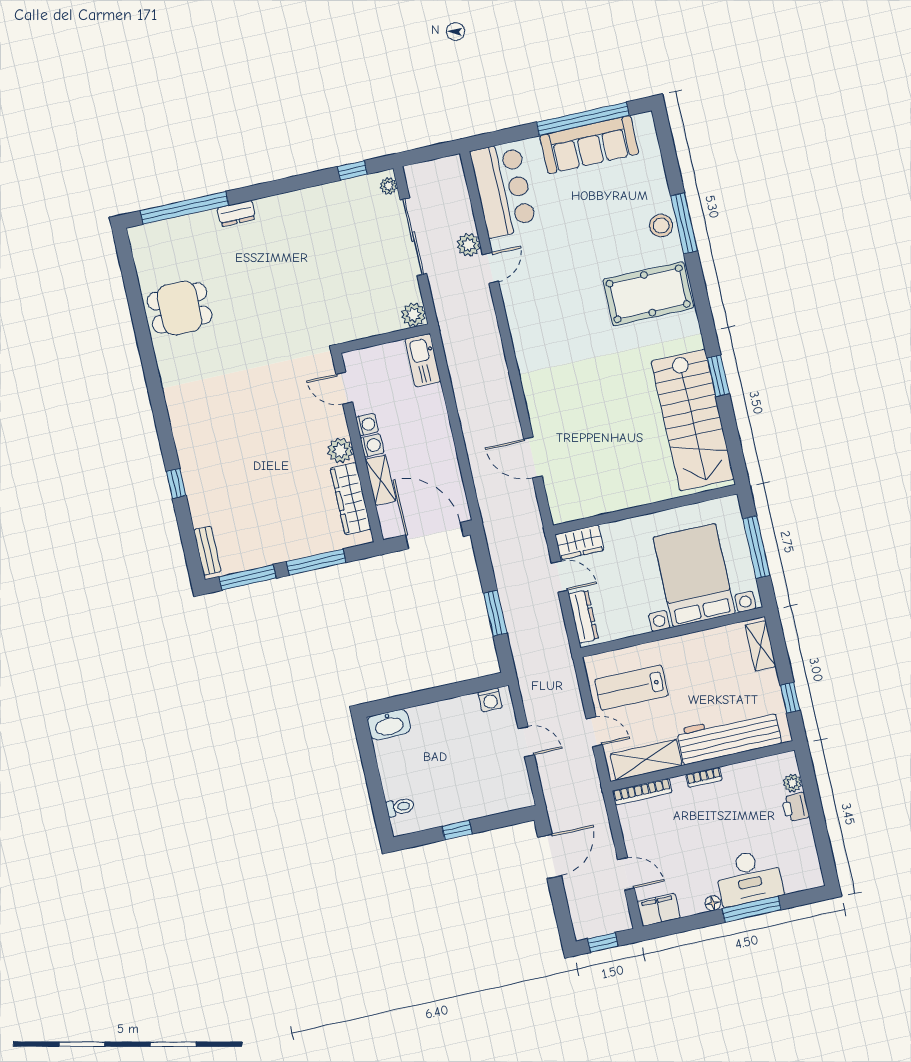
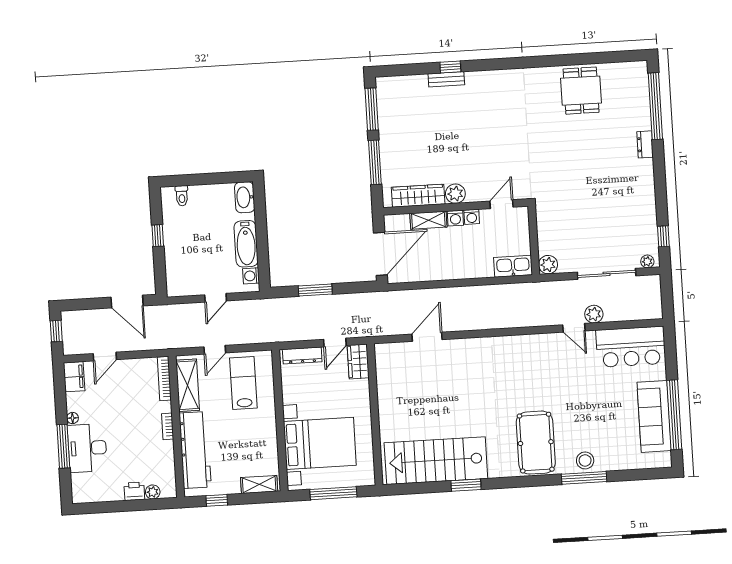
bench: (207, 551) -> (446, 79), moved
bathtub: (449, 713) -> (246, 244), added

